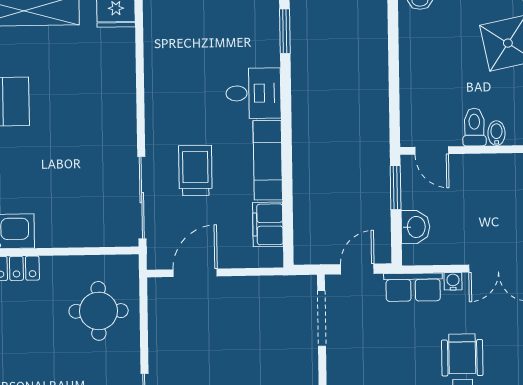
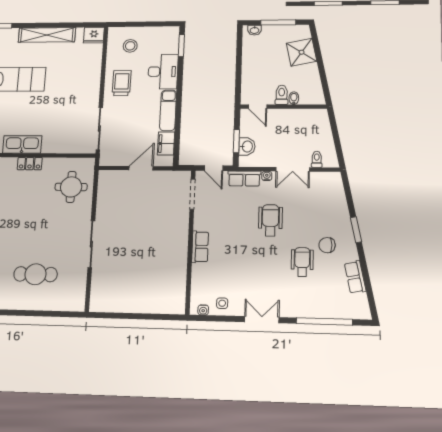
stool: (188, 32) -> (130, 46), added
desk: (253, 93) -> (163, 72), width x1.37
trolley: (195, 171) -> (122, 83), moved
window: (396, 188) -> (236, 141), moved
door: (357, 269) -> (214, 168), swing flipped
door: (195, 273) -> (141, 168), moved

